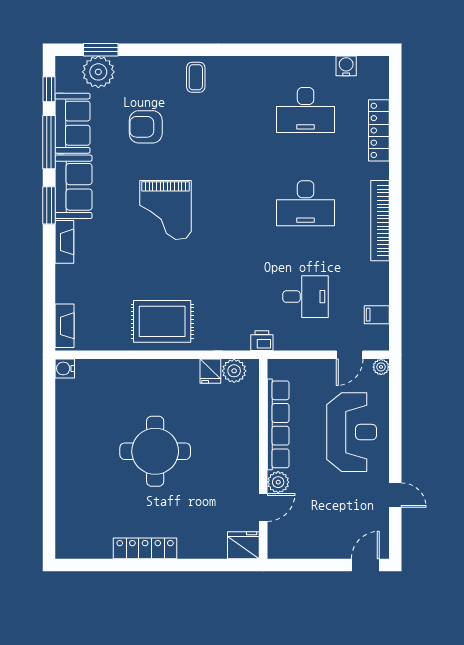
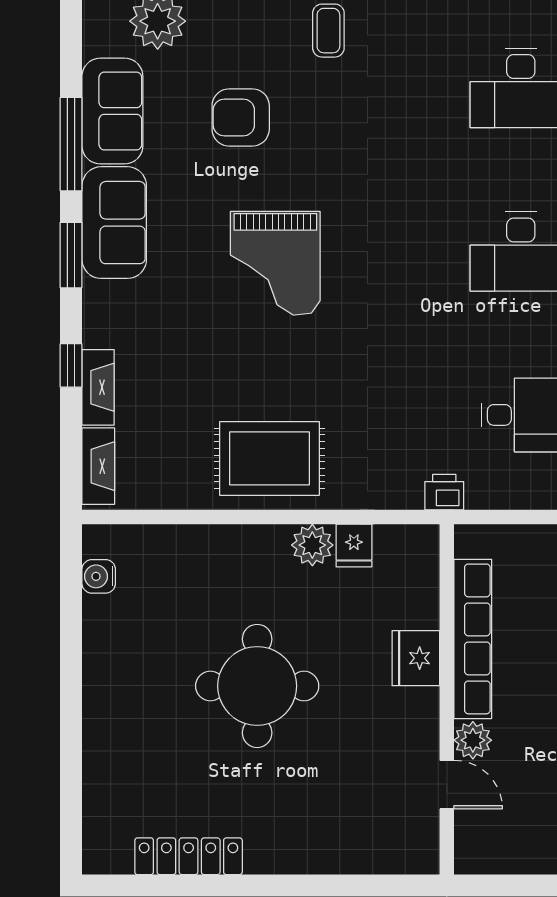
window: (49, 89) -> (71, 365), moved
fireplace: (64, 242) -> (98, 387), moved
water cooler: (65, 368) -> (99, 576), moved
plant: (234, 371) -> (312, 545), moved
door: (263, 507) -> (447, 785), hinge flipped
fridge: (243, 545) -> (416, 658), moved, turned -90
locker: (145, 548) -> (189, 856), moved

